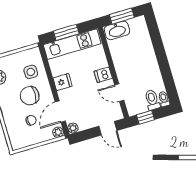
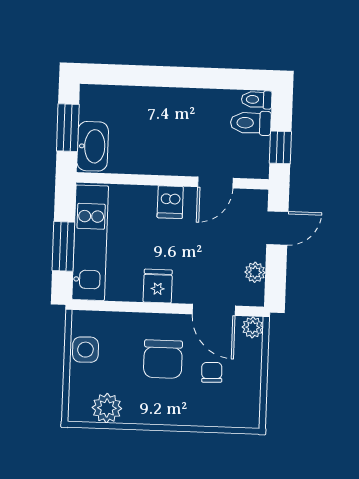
side table: (31, 72) -> (85, 350), moved
plant: (73, 128) -> (255, 272), moved

